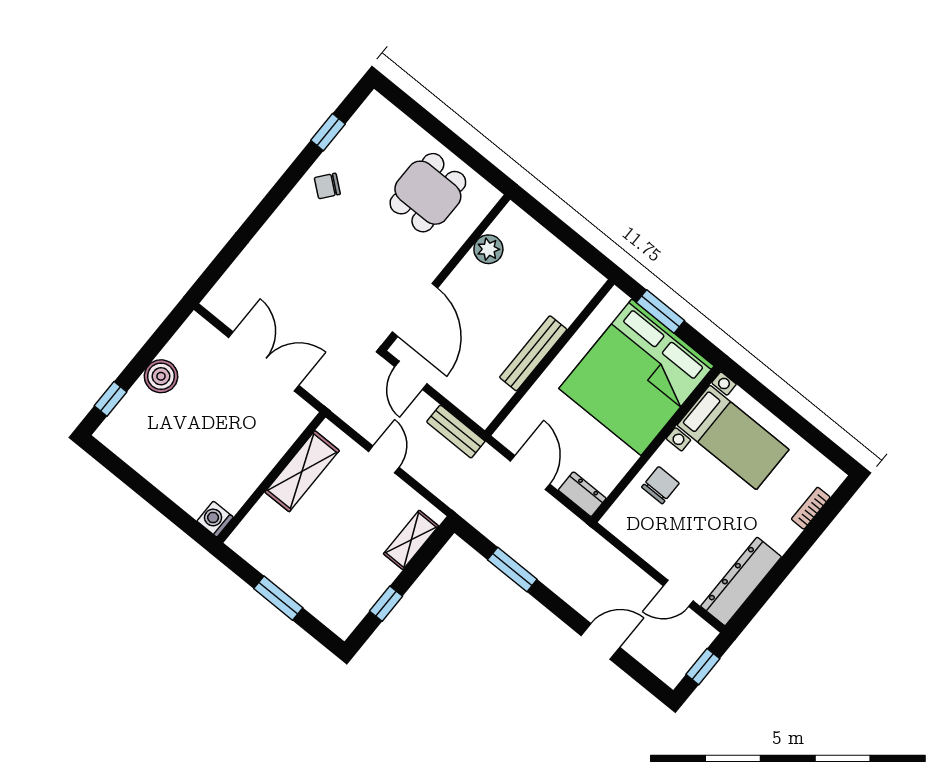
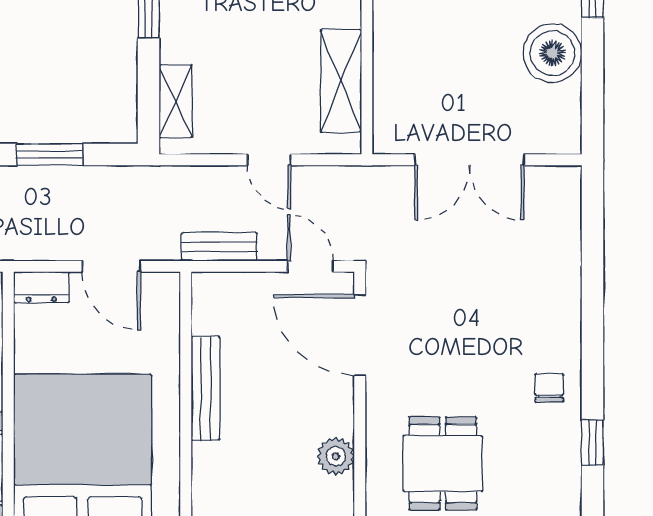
chair: (327, 186) -> (549, 388), turned -39
boiler: (161, 376) -> (552, 53), width x1.37, depth x1.37

